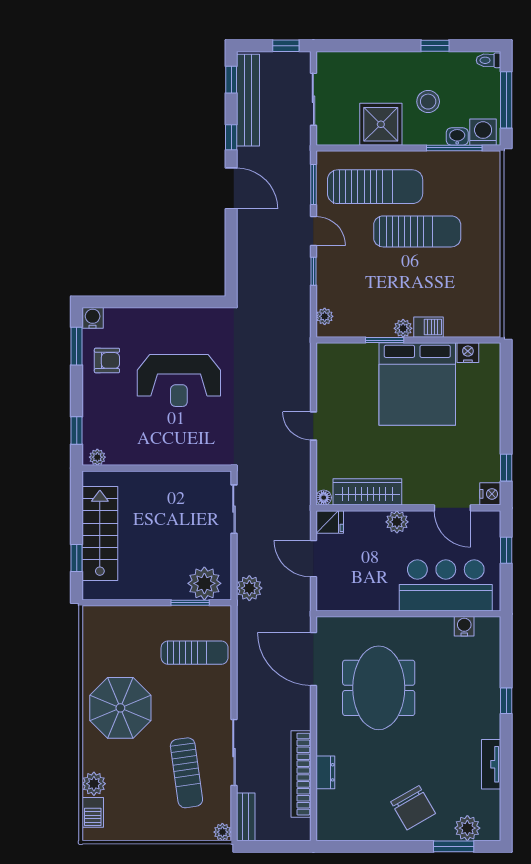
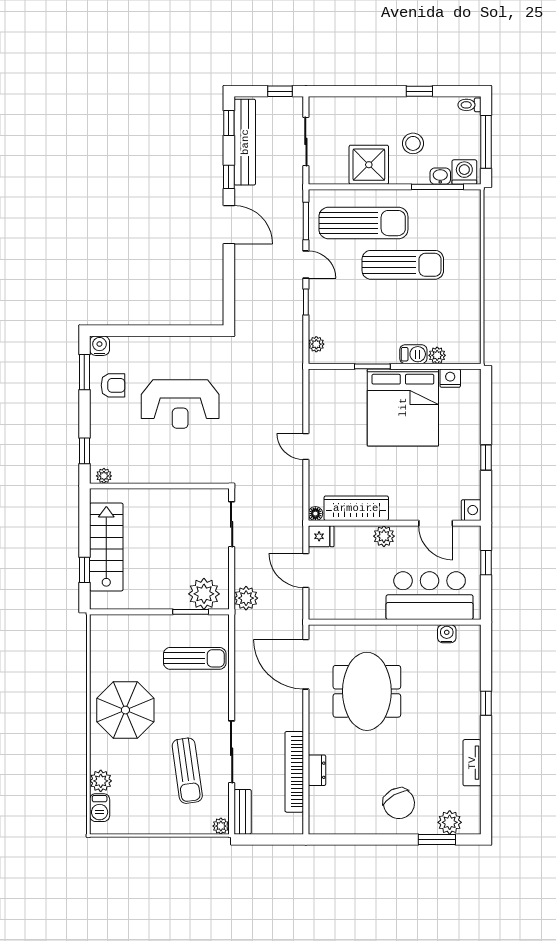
plant: (403, 328) -> (437, 355), moved
window: (506, 468) -> (486, 458), moved

